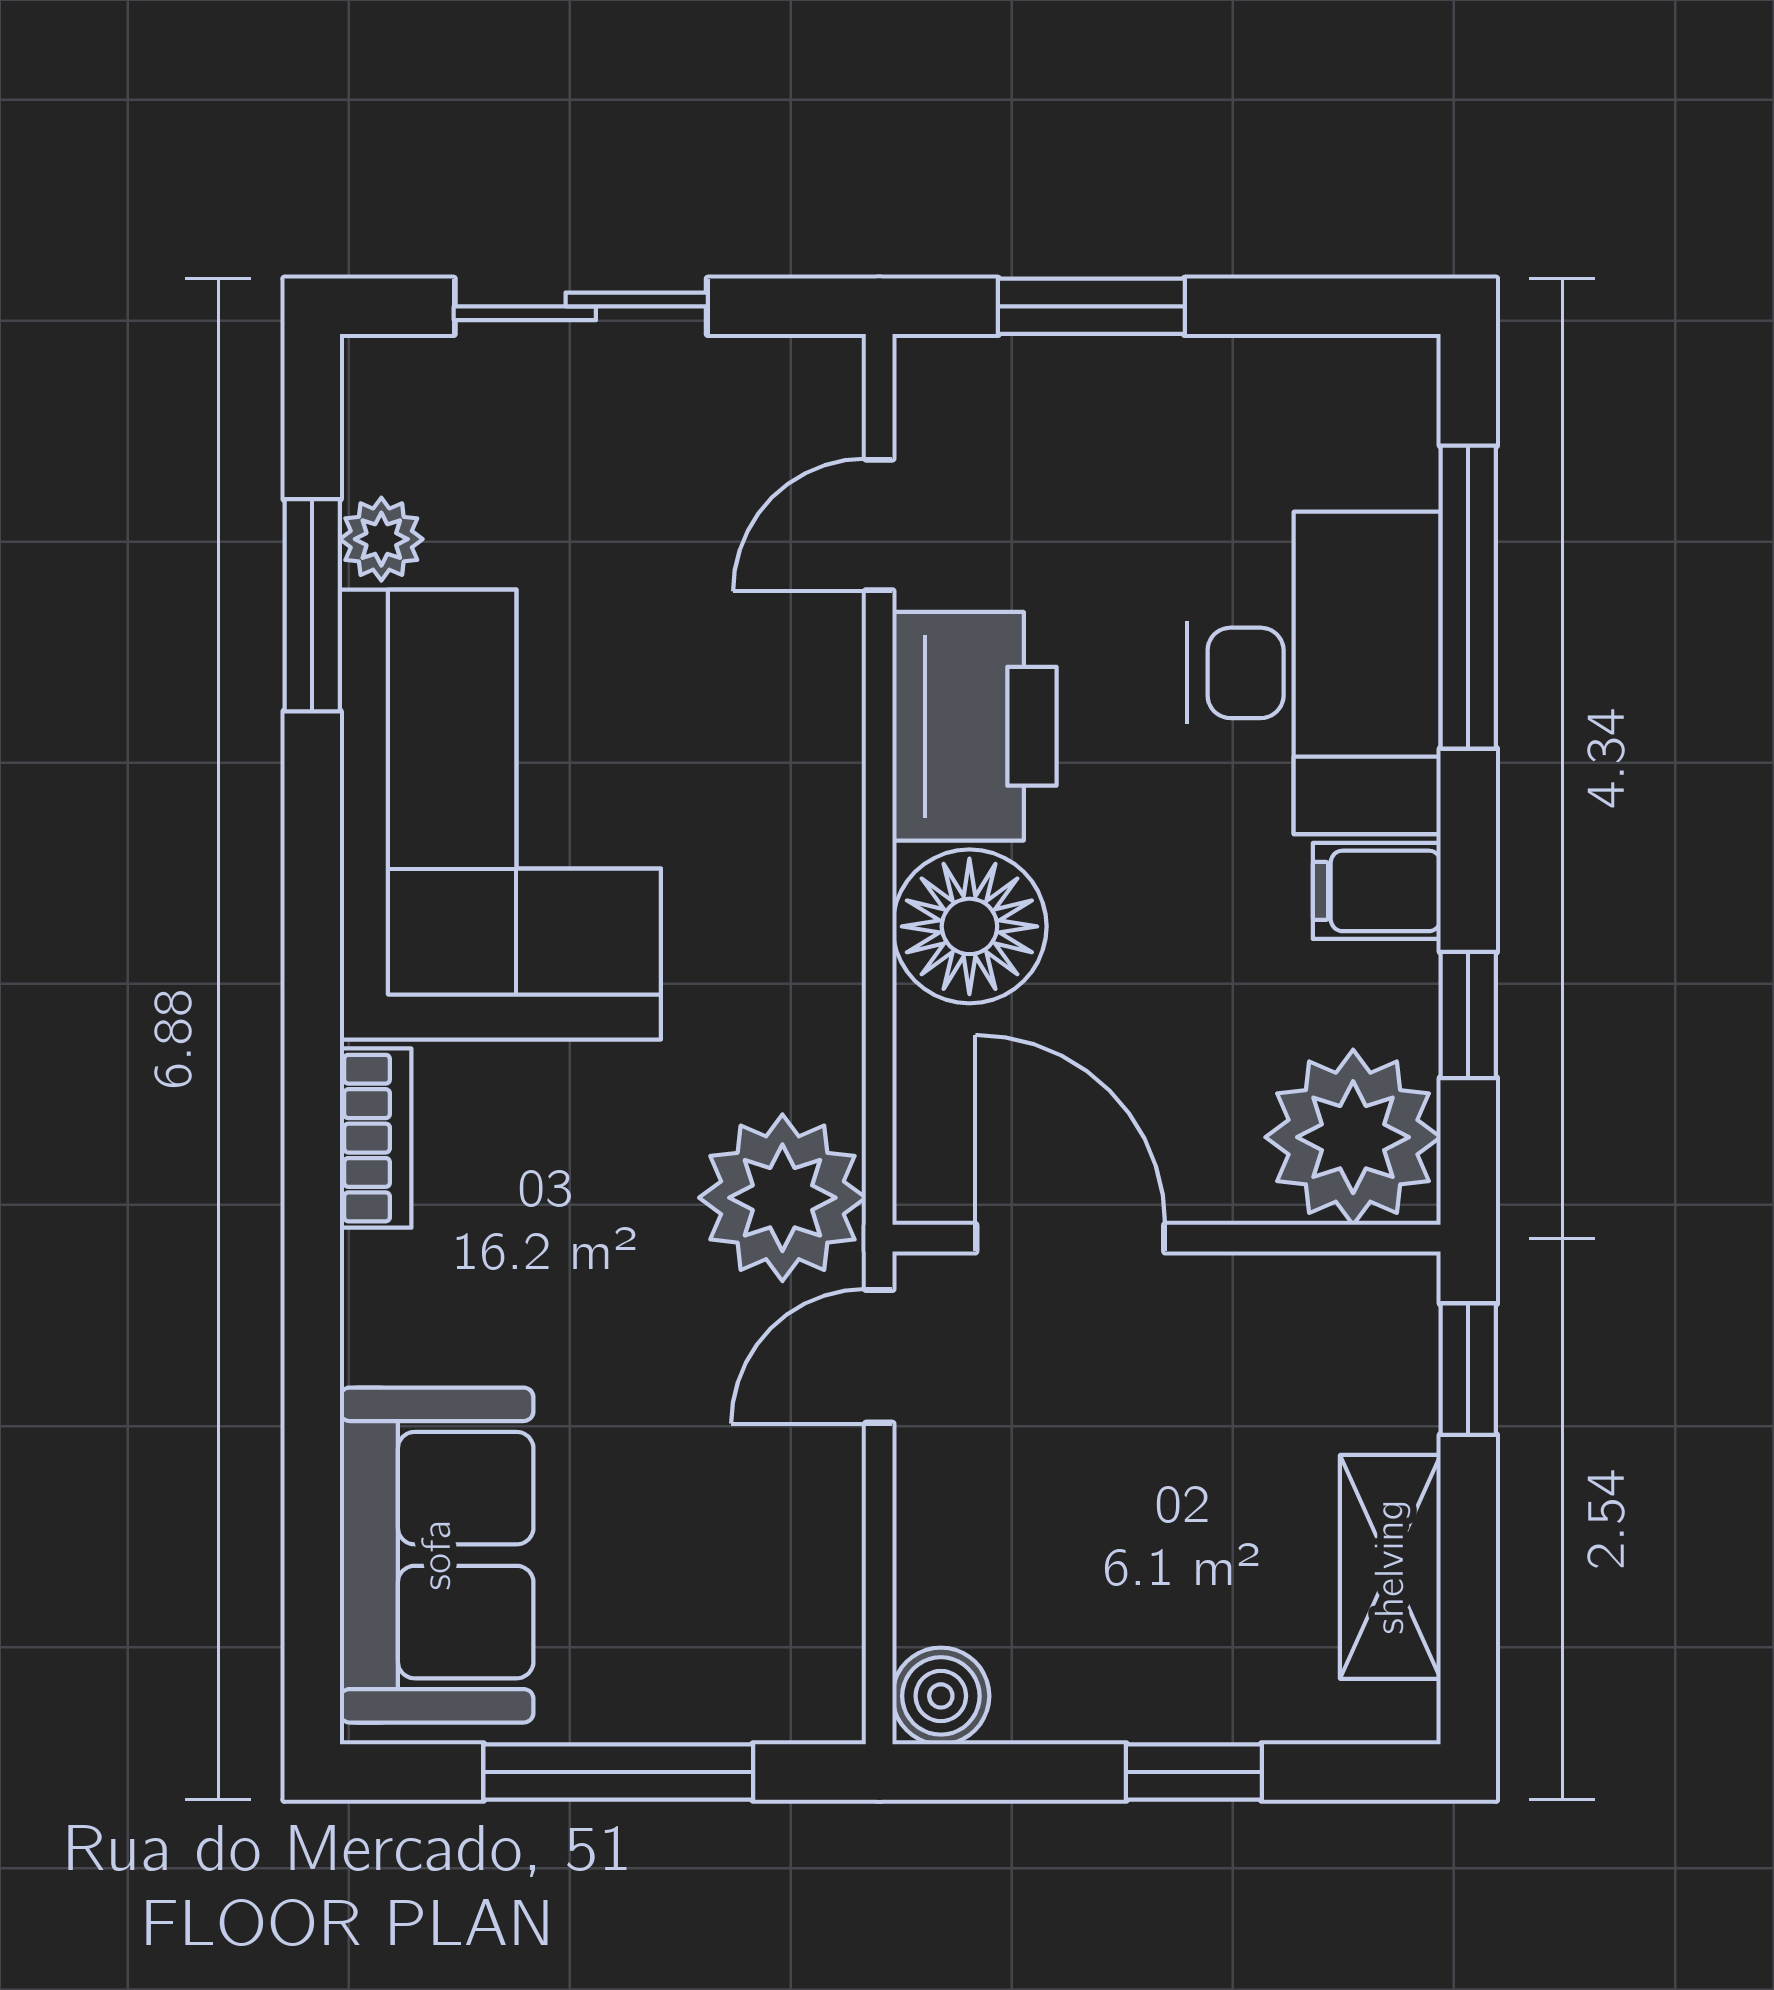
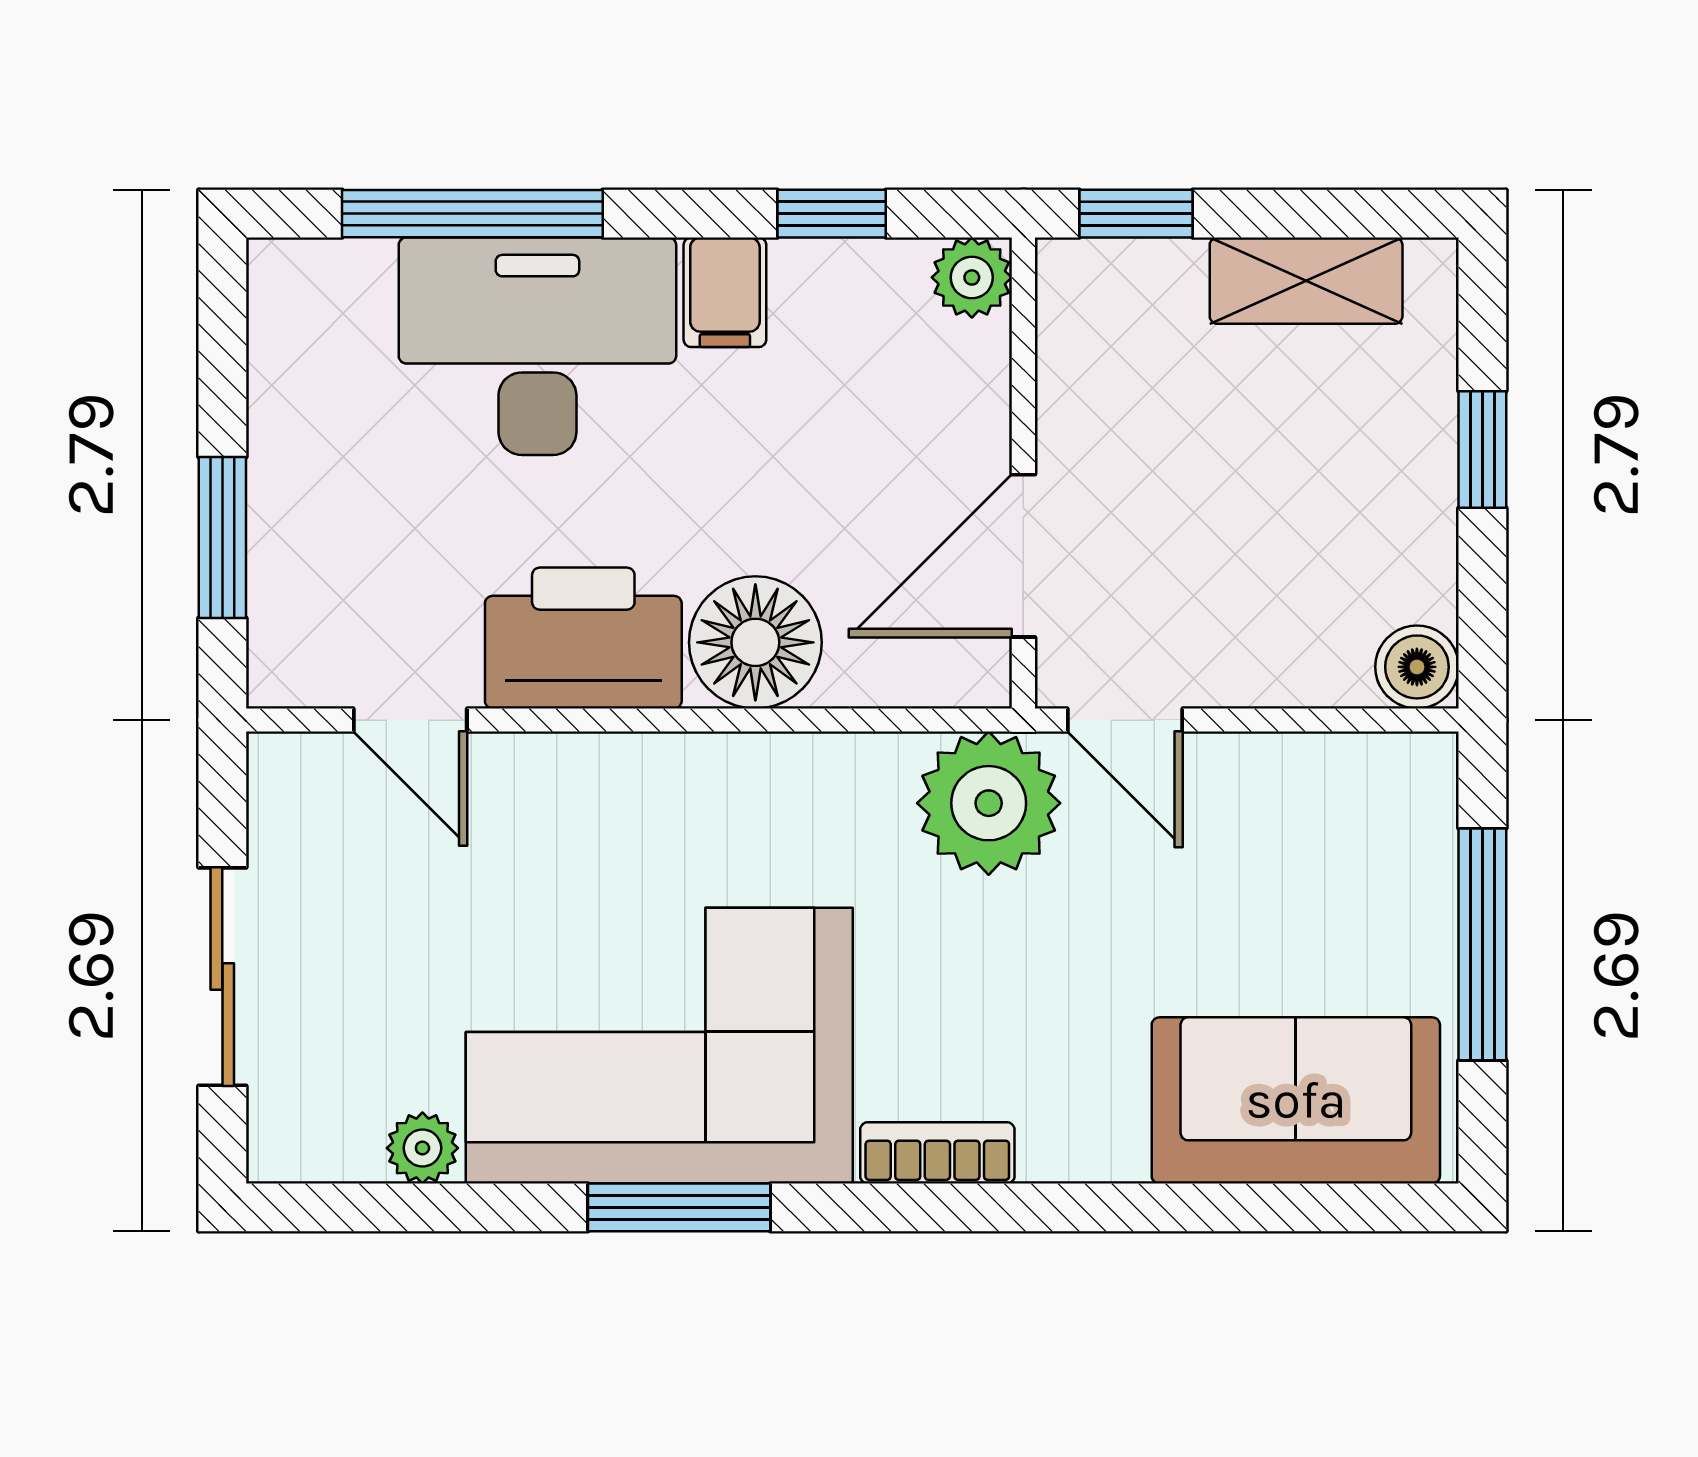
window: (312, 605) -> (679, 1207), moved
plant: (1353, 1137) -> (972, 277), width x0.53, depth x0.53

